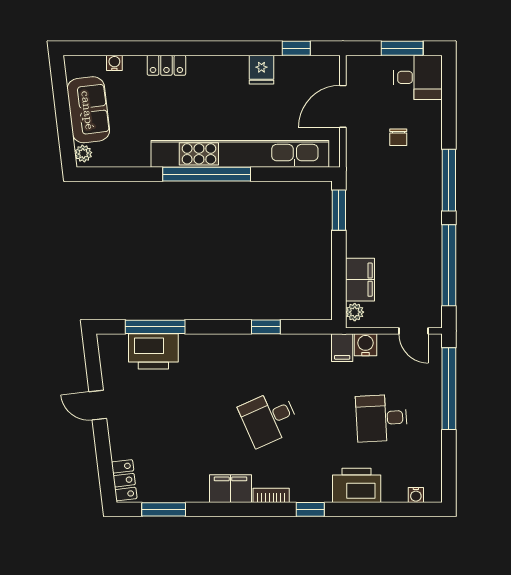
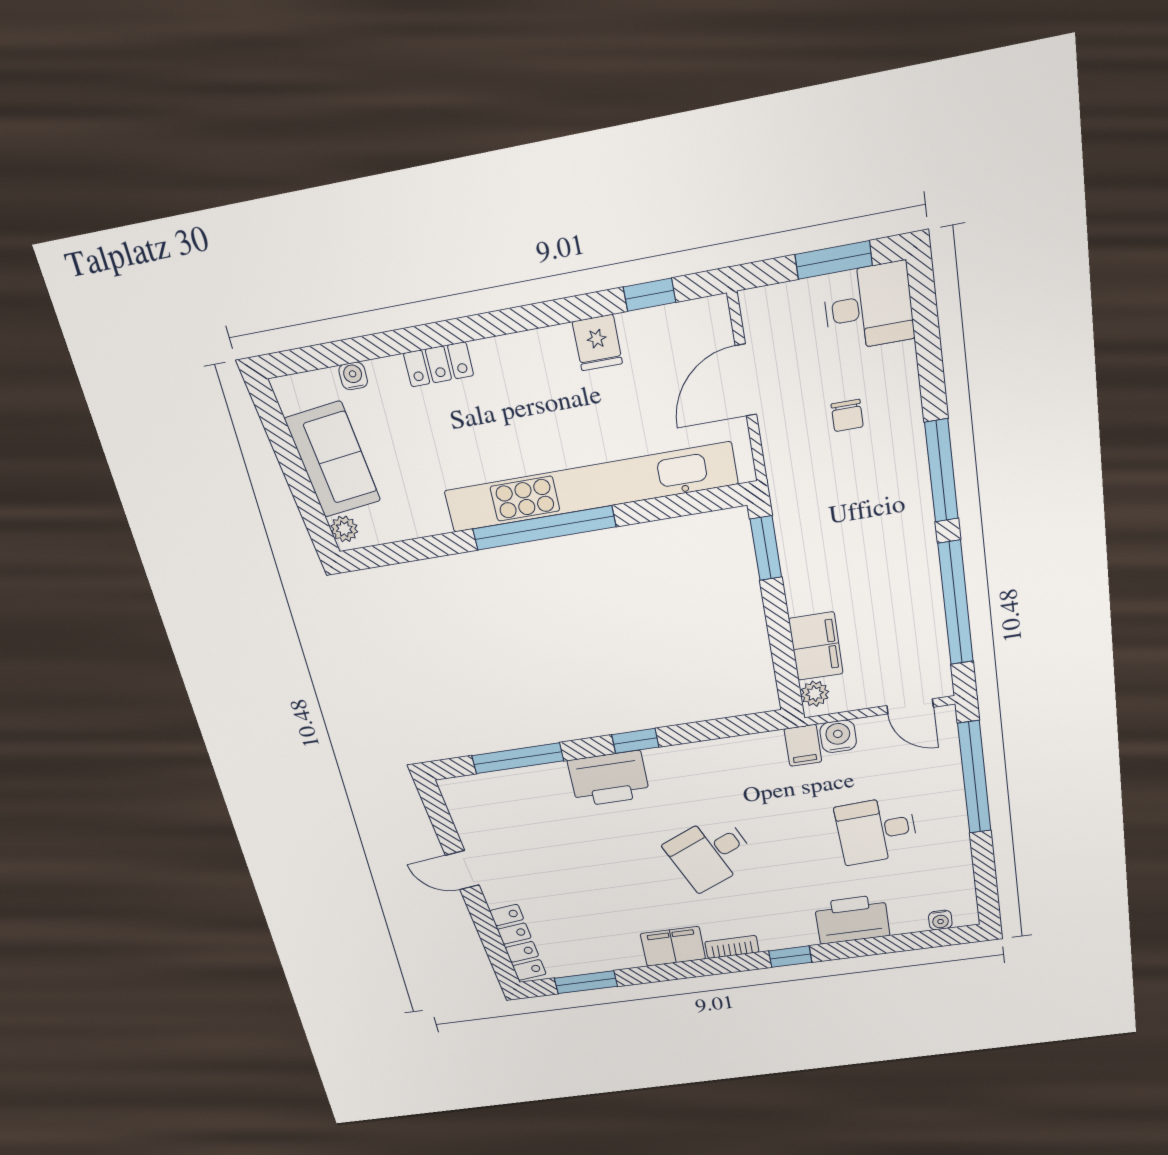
window: (266, 327) -> (635, 741), moved
printer: (153, 351) -> (609, 779), moved
locker: (124, 480) -> (518, 943), width x1.53

